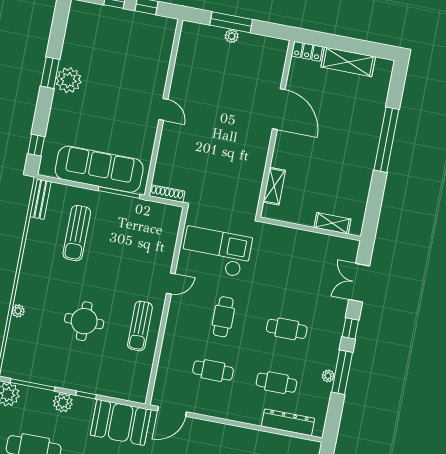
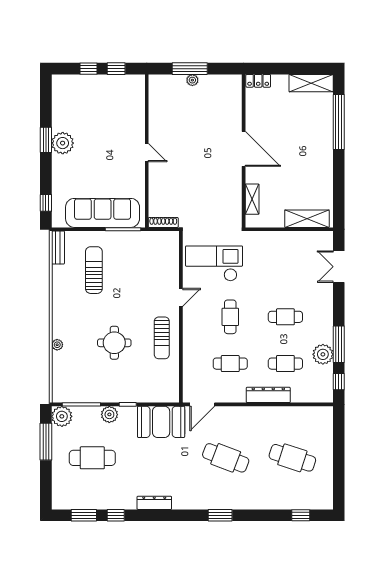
shelving: (348, 62) -> (311, 83), moved
door: (279, 109) -> (244, 149), moved
window: (386, 140) -> (339, 122), moved
shelving: (332, 223) -> (307, 219), width x1.50, depth x1.33
sun lounger: (77, 233) -> (94, 270), turned 180
window: (350, 328) -> (339, 382), moved
plant: (328, 376) -> (323, 354), width x1.87, depth x1.87
dresser: (288, 422) -> (268, 395), moved

